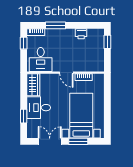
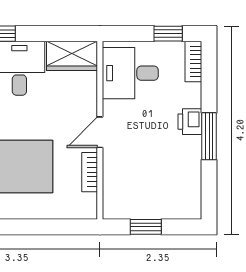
window: (55, 25) -> (209, 136), moved
printer: (81, 34) -> (190, 122), moved
window: (107, 42) -> (146, 227), moved

